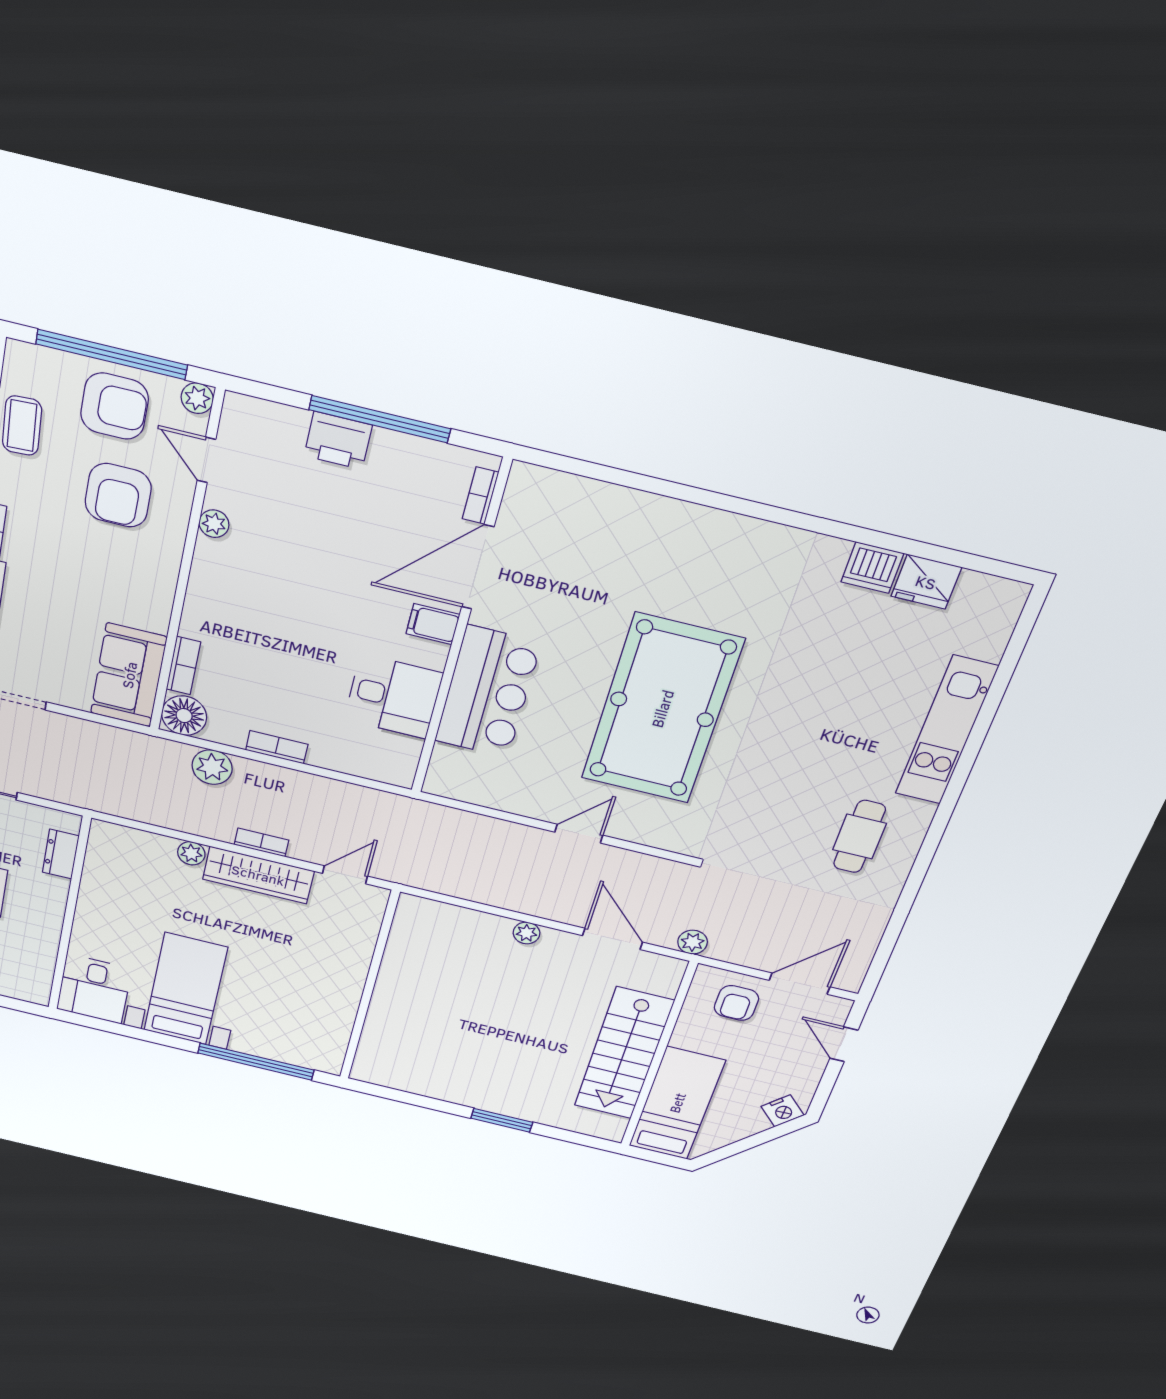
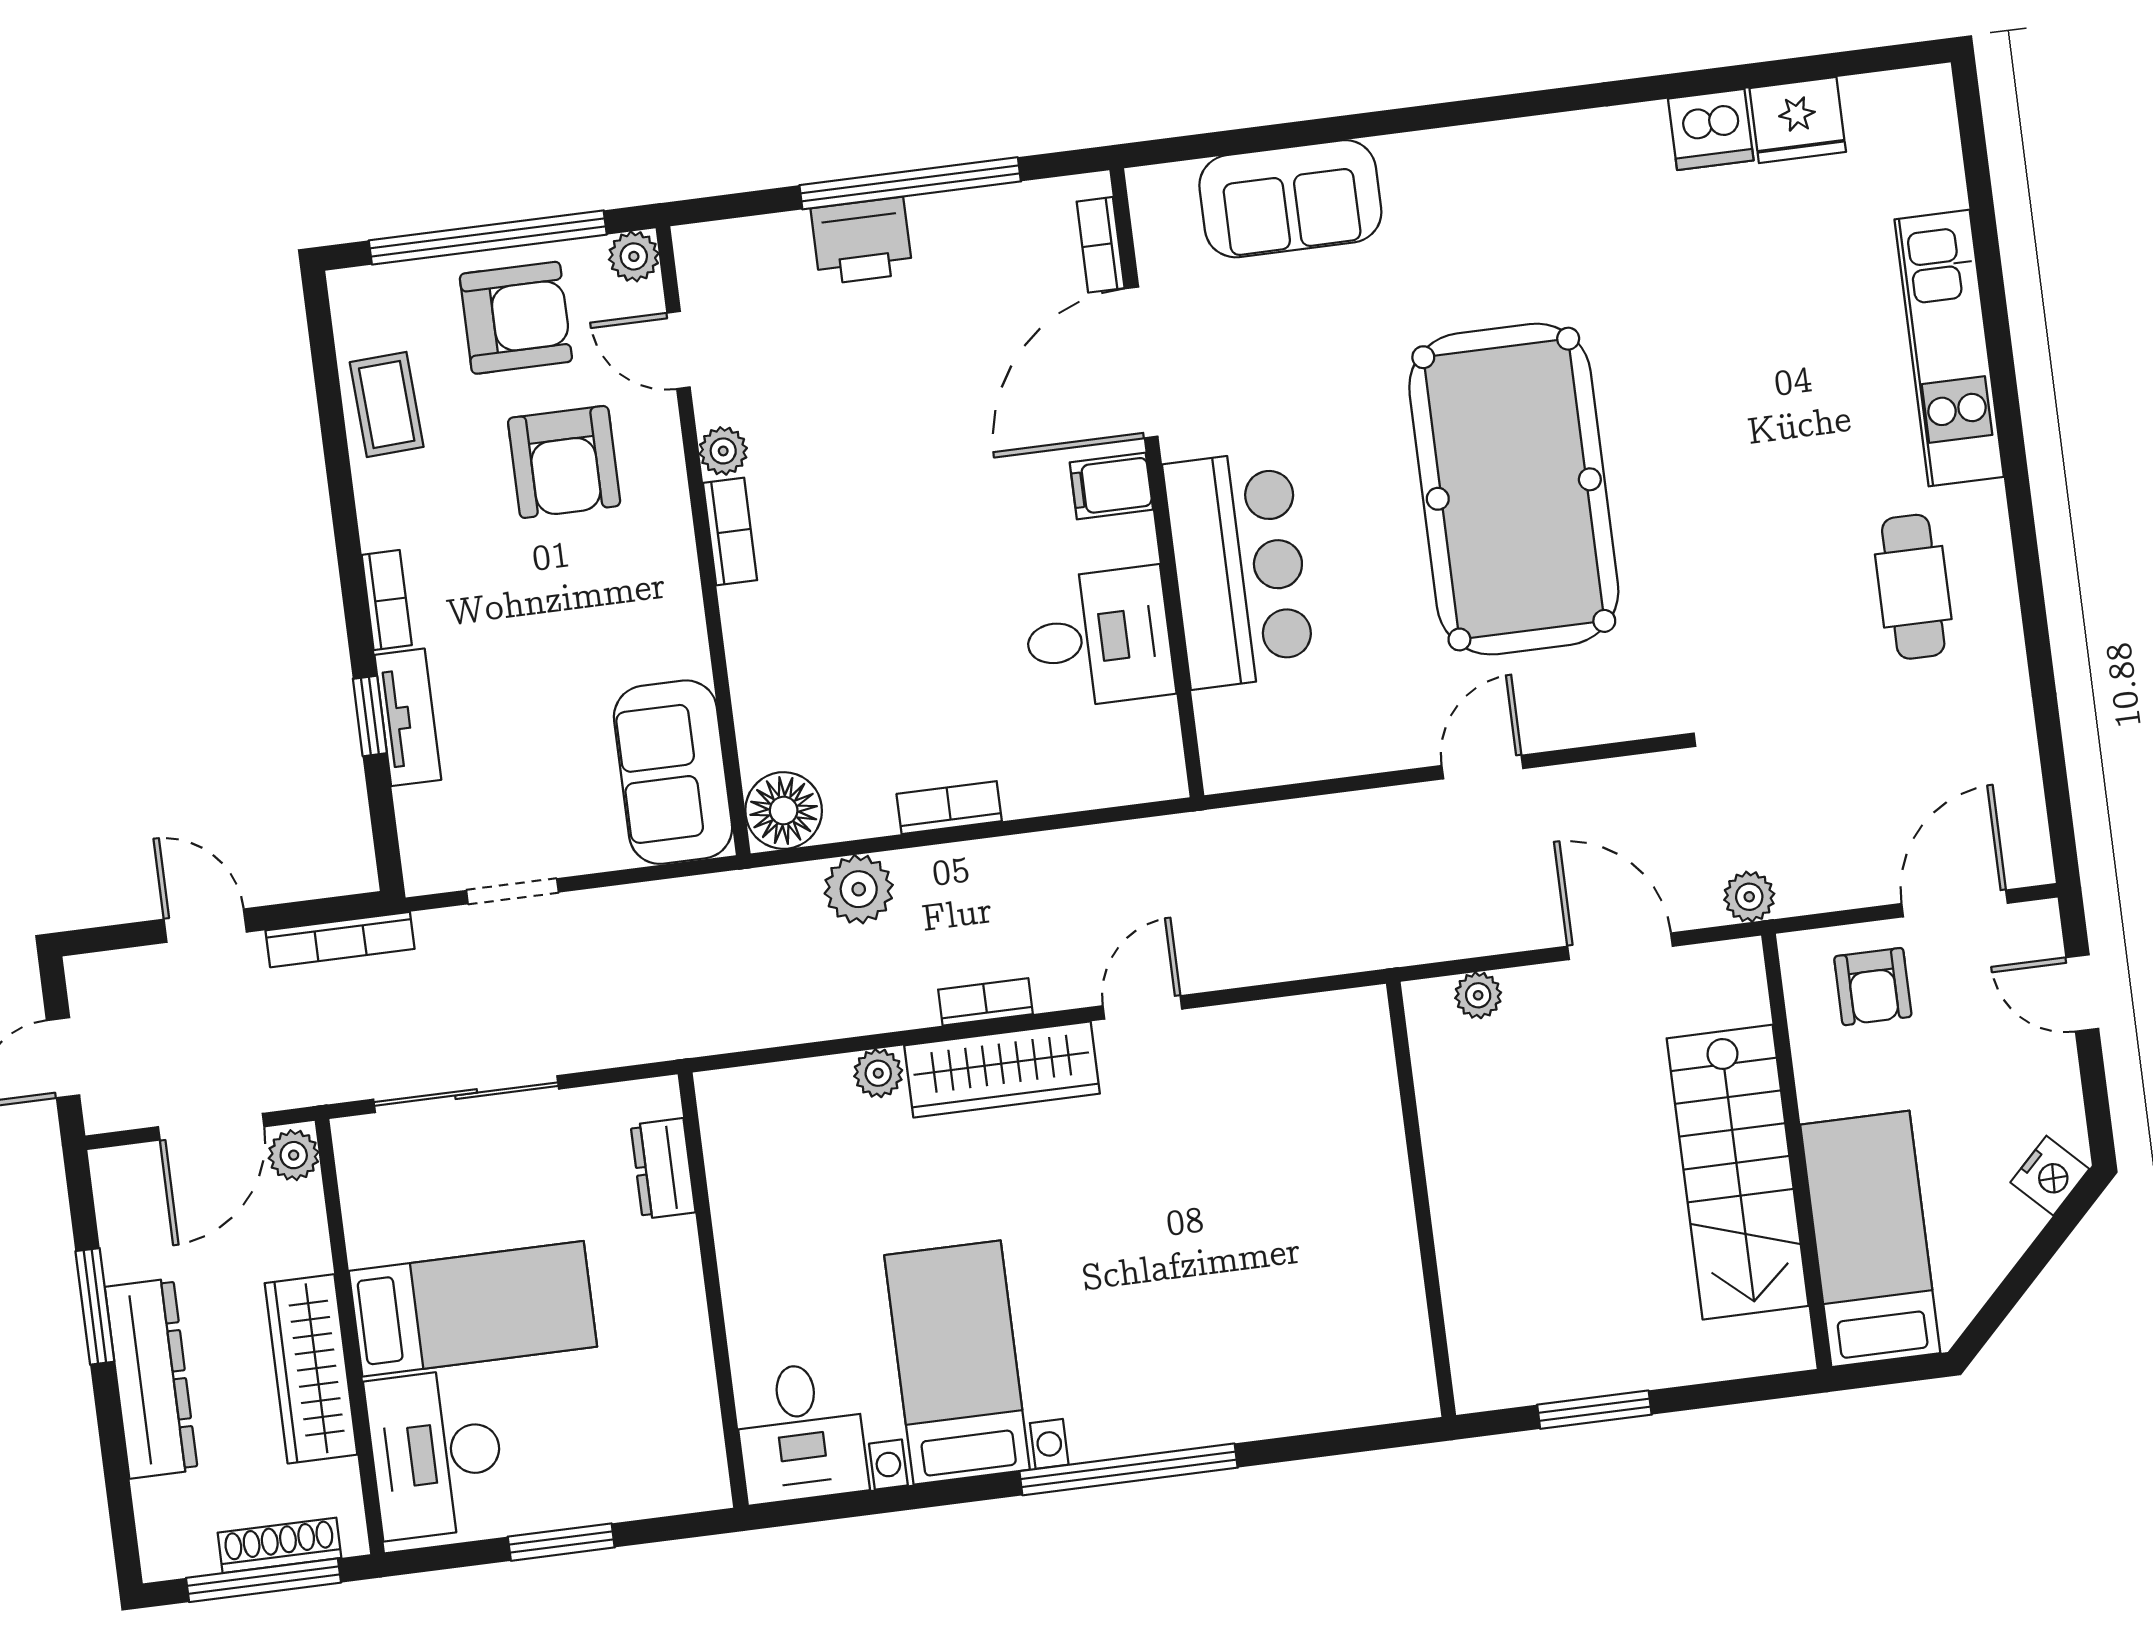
sofa: (604, 512) -> (1290, 199), added
bookcase: (183, 666) -> (730, 531), moved
wall: (369, 987) -> (1421, 1199), moved

